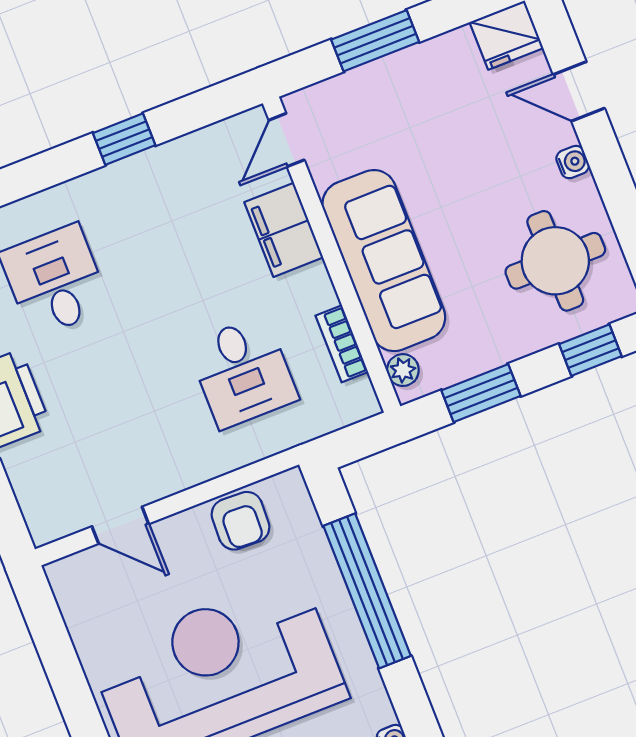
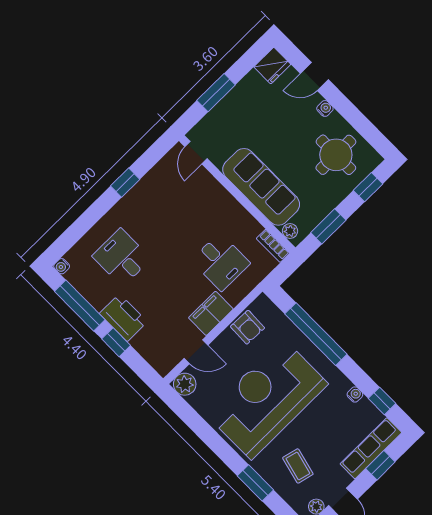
filing cabinet: (284, 230) -> (211, 313), moved, turned 90
bookcase: (342, 344) -> (273, 246), moved
plant: (71, 579) -> (185, 384), added

